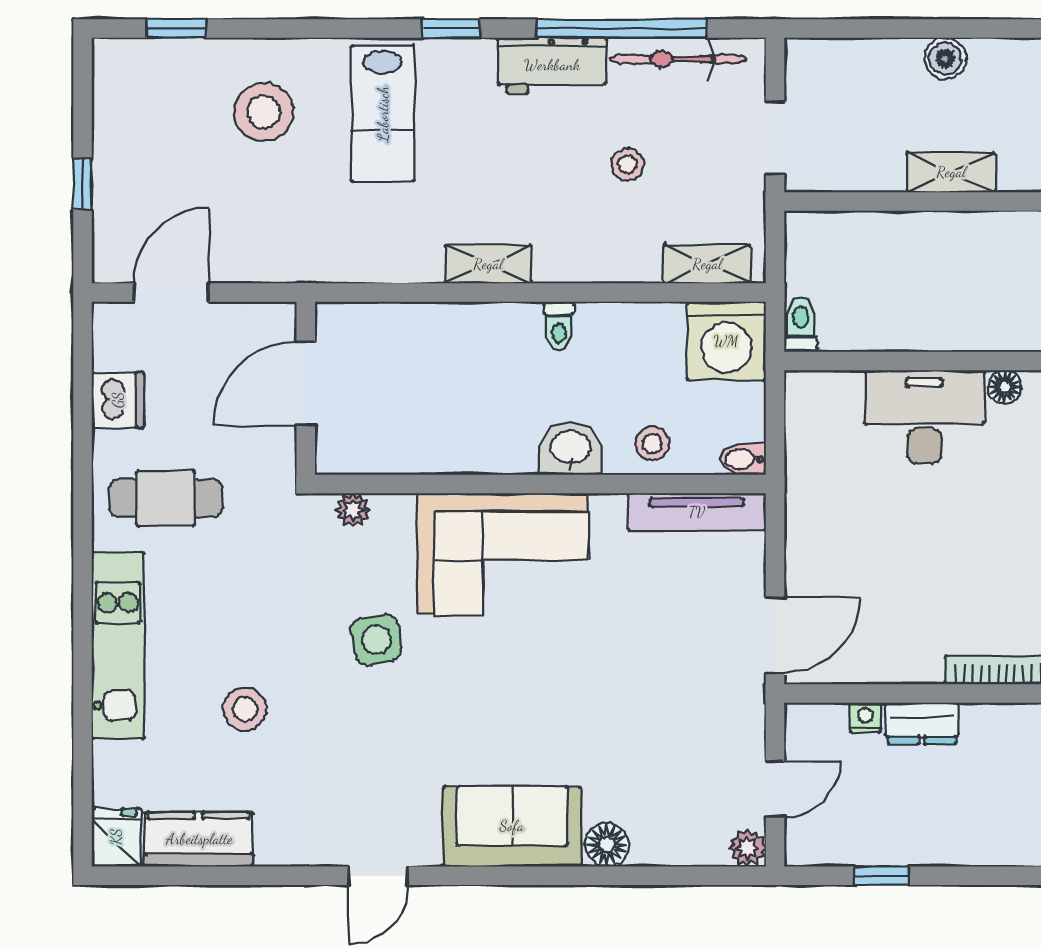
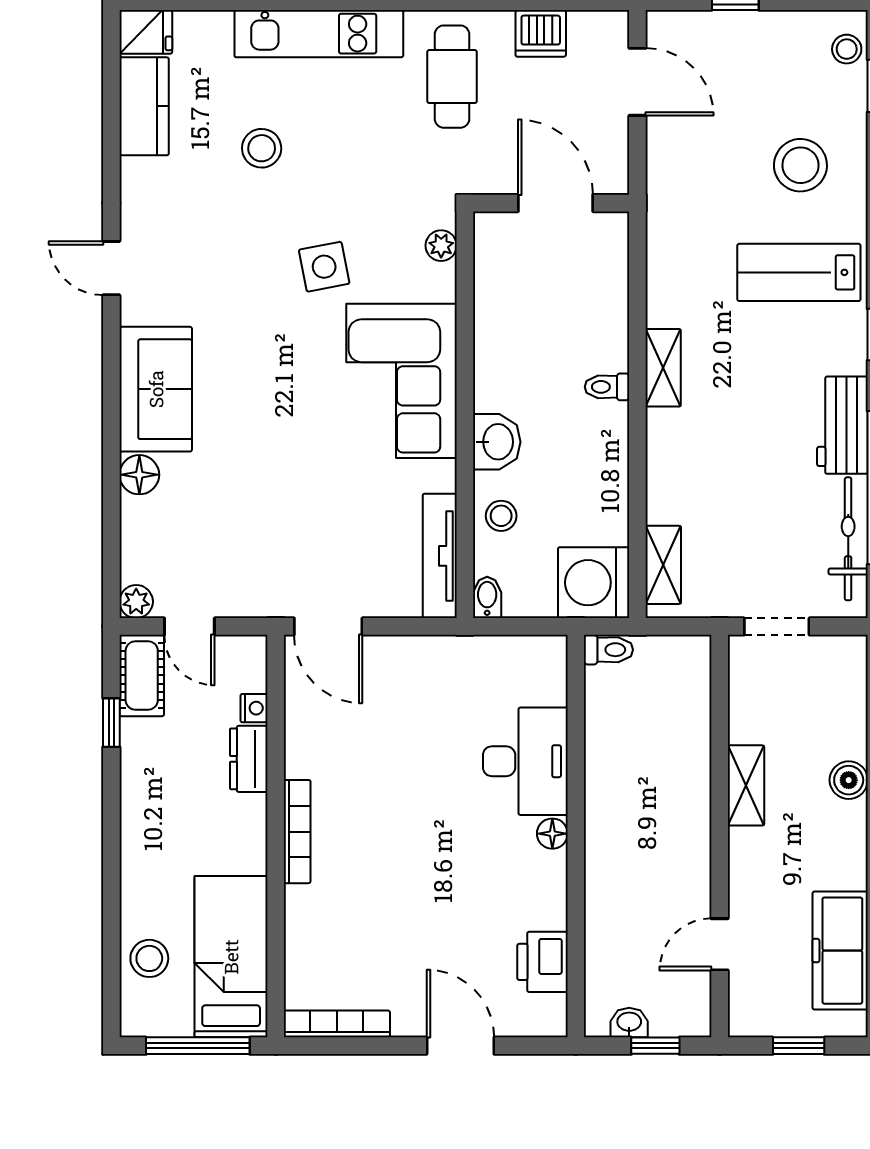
stool: (627, 164) -> (847, 49), moved
toilet: (559, 326) -> (607, 387), moved
cot: (829, 842) -> (142, 675), added

